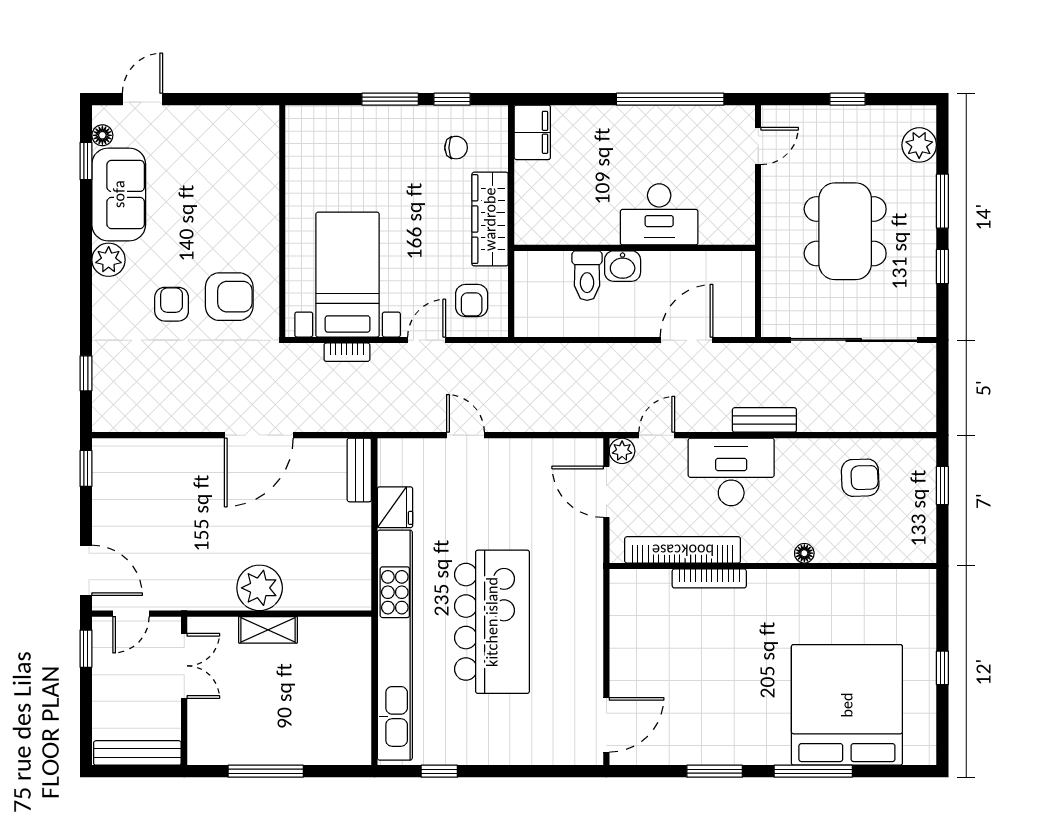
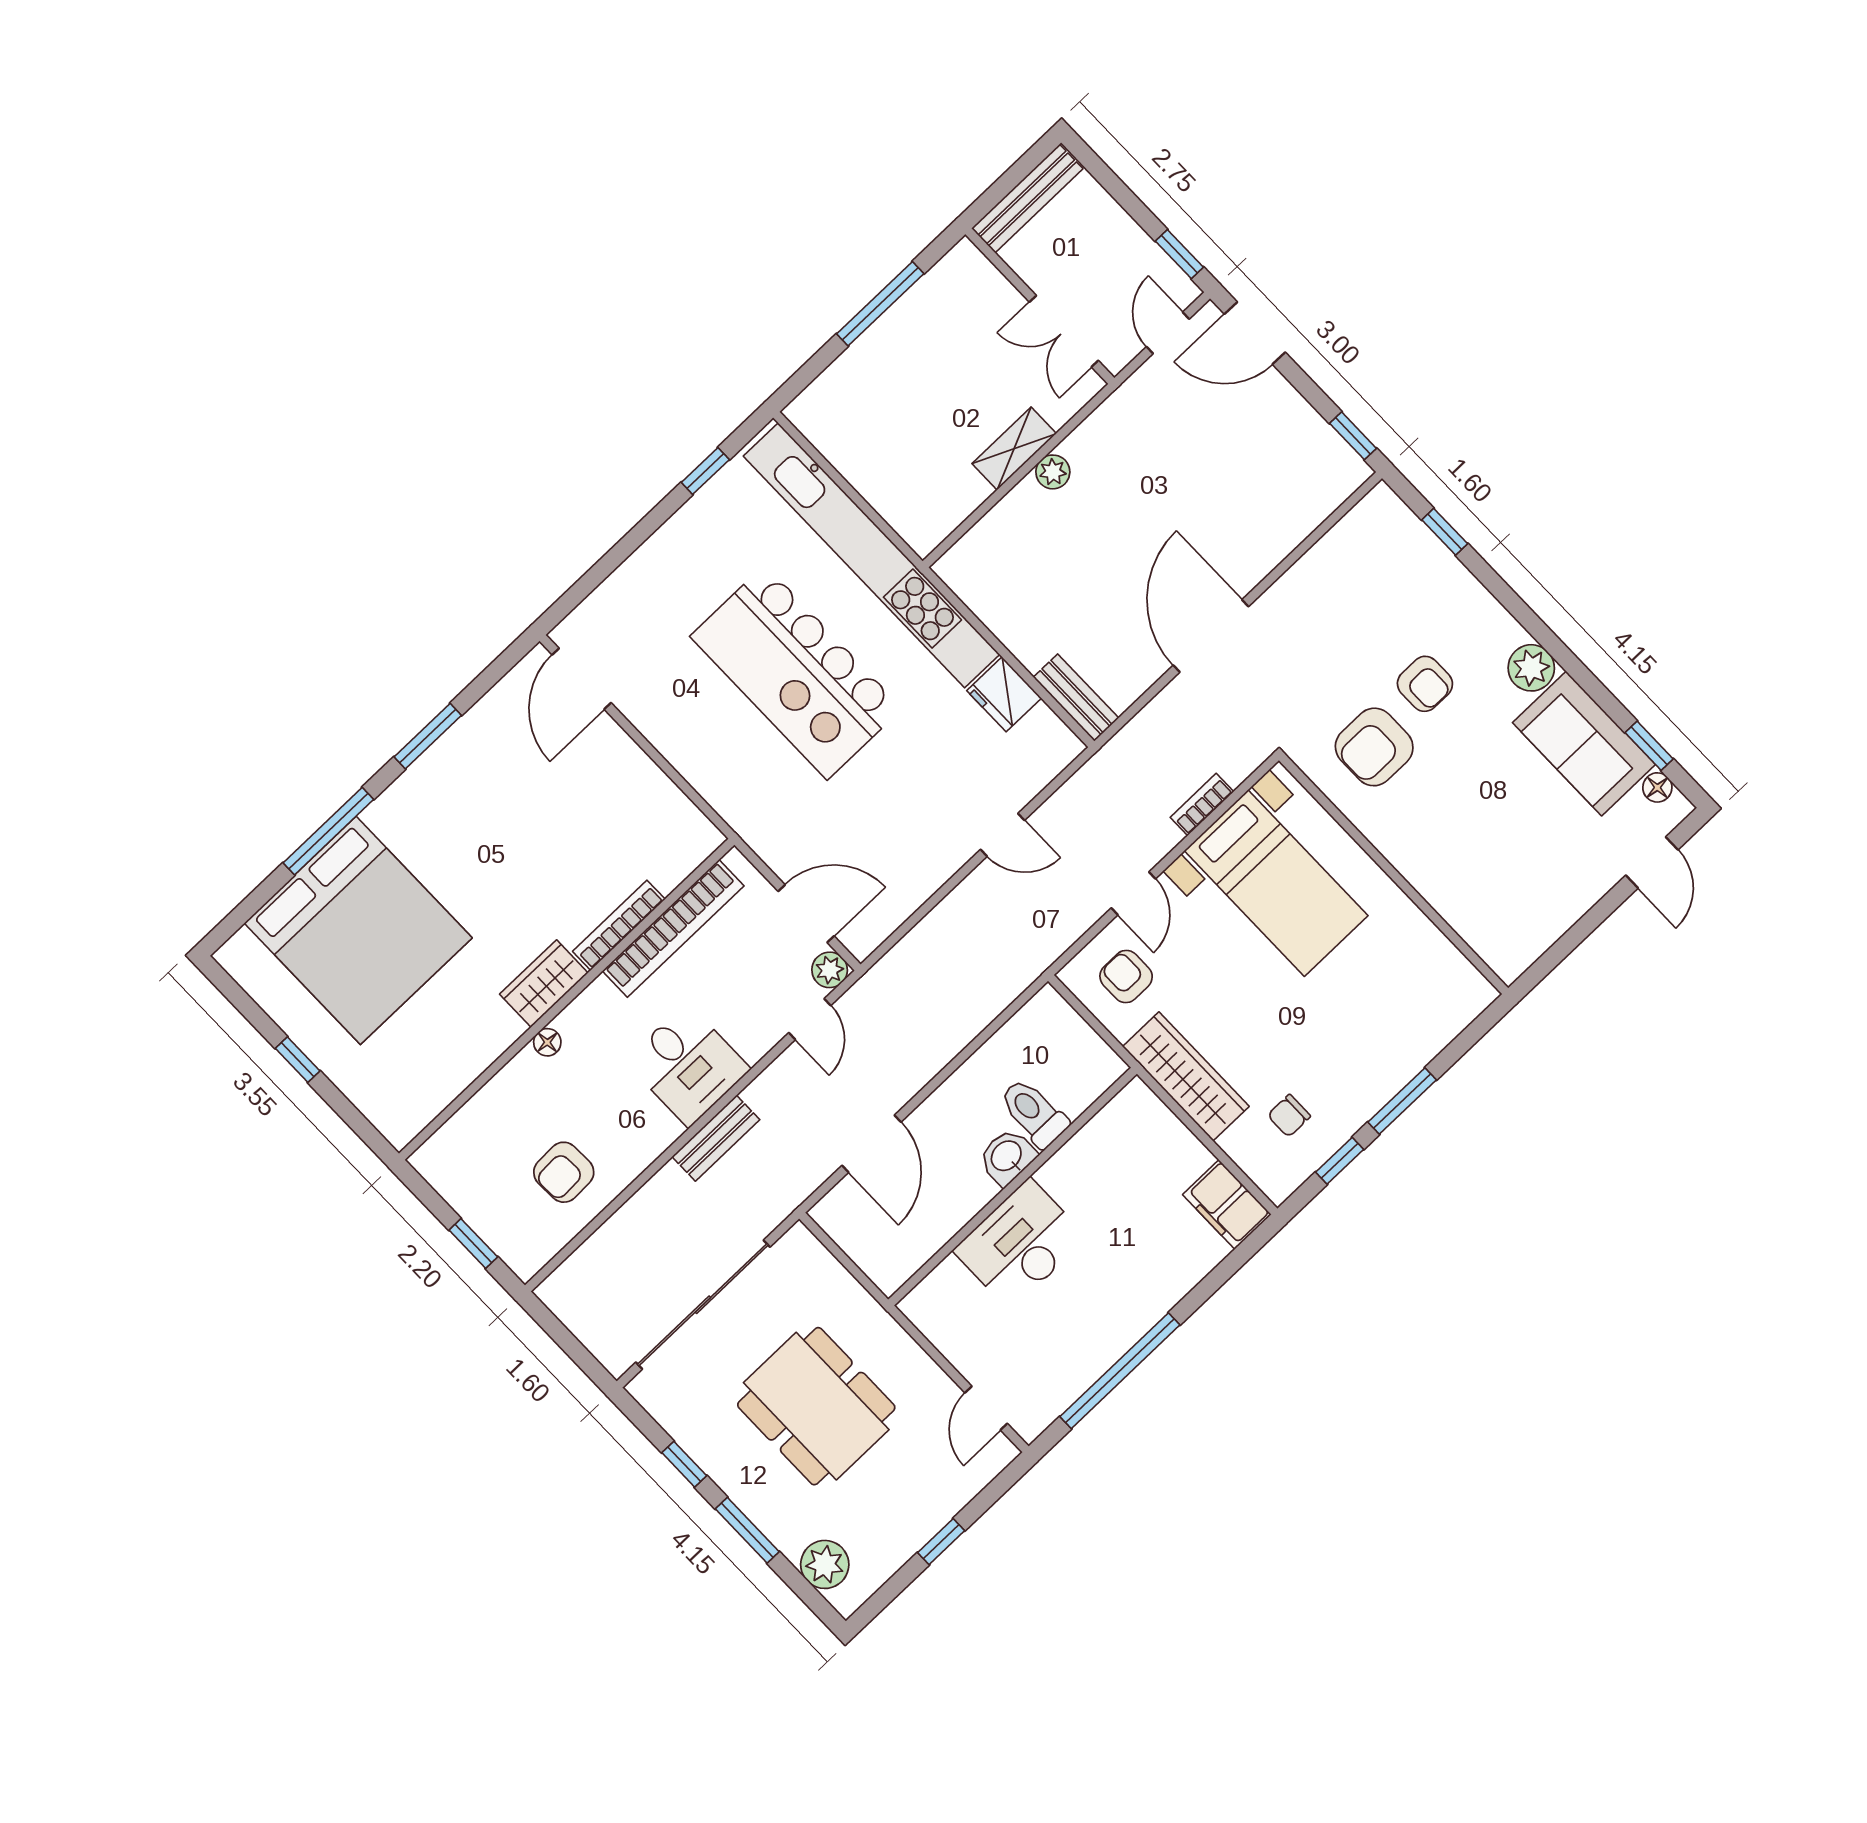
desk: (731, 472) -> (688, 1065), width x0.73
wardrobe: (777, 585) -> (544, 984), added
plant: (260, 588) -> (1053, 472), width x0.53, depth x0.53

